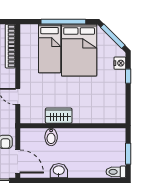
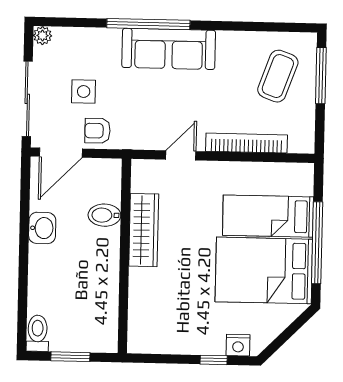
window: (113, 36) -> (288, 333), removed
bookcase: (10, 46) -> (247, 143), moved
wardrobe: (59, 116) -> (144, 230), width x1.50

